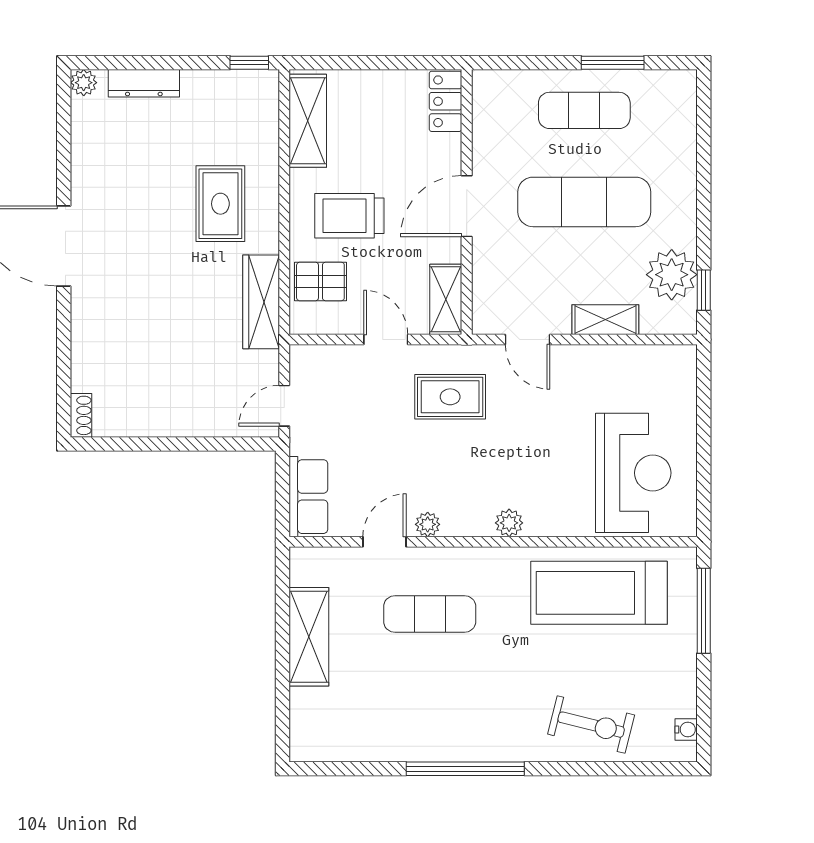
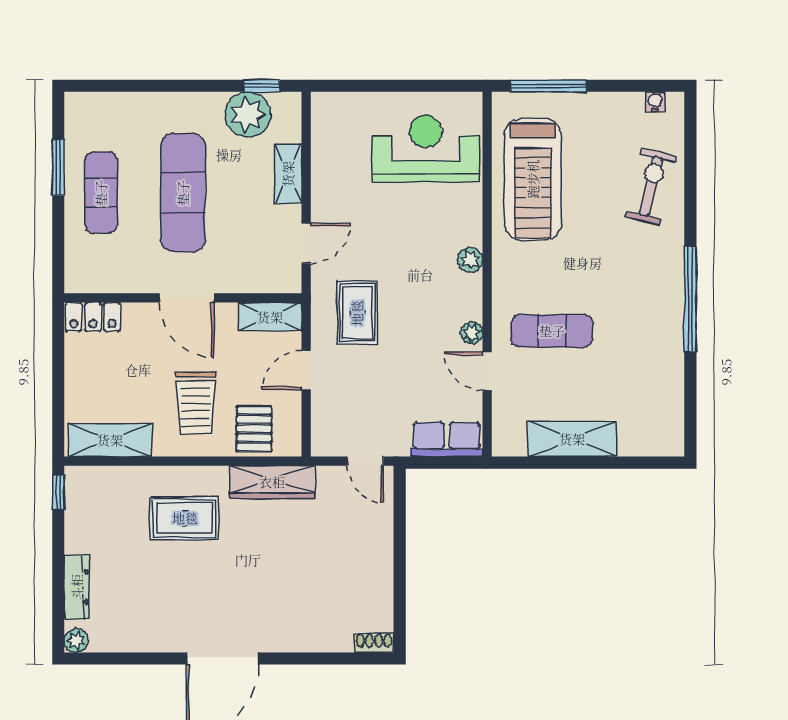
exercise mat: (430, 614) -> (552, 331), turned 90

